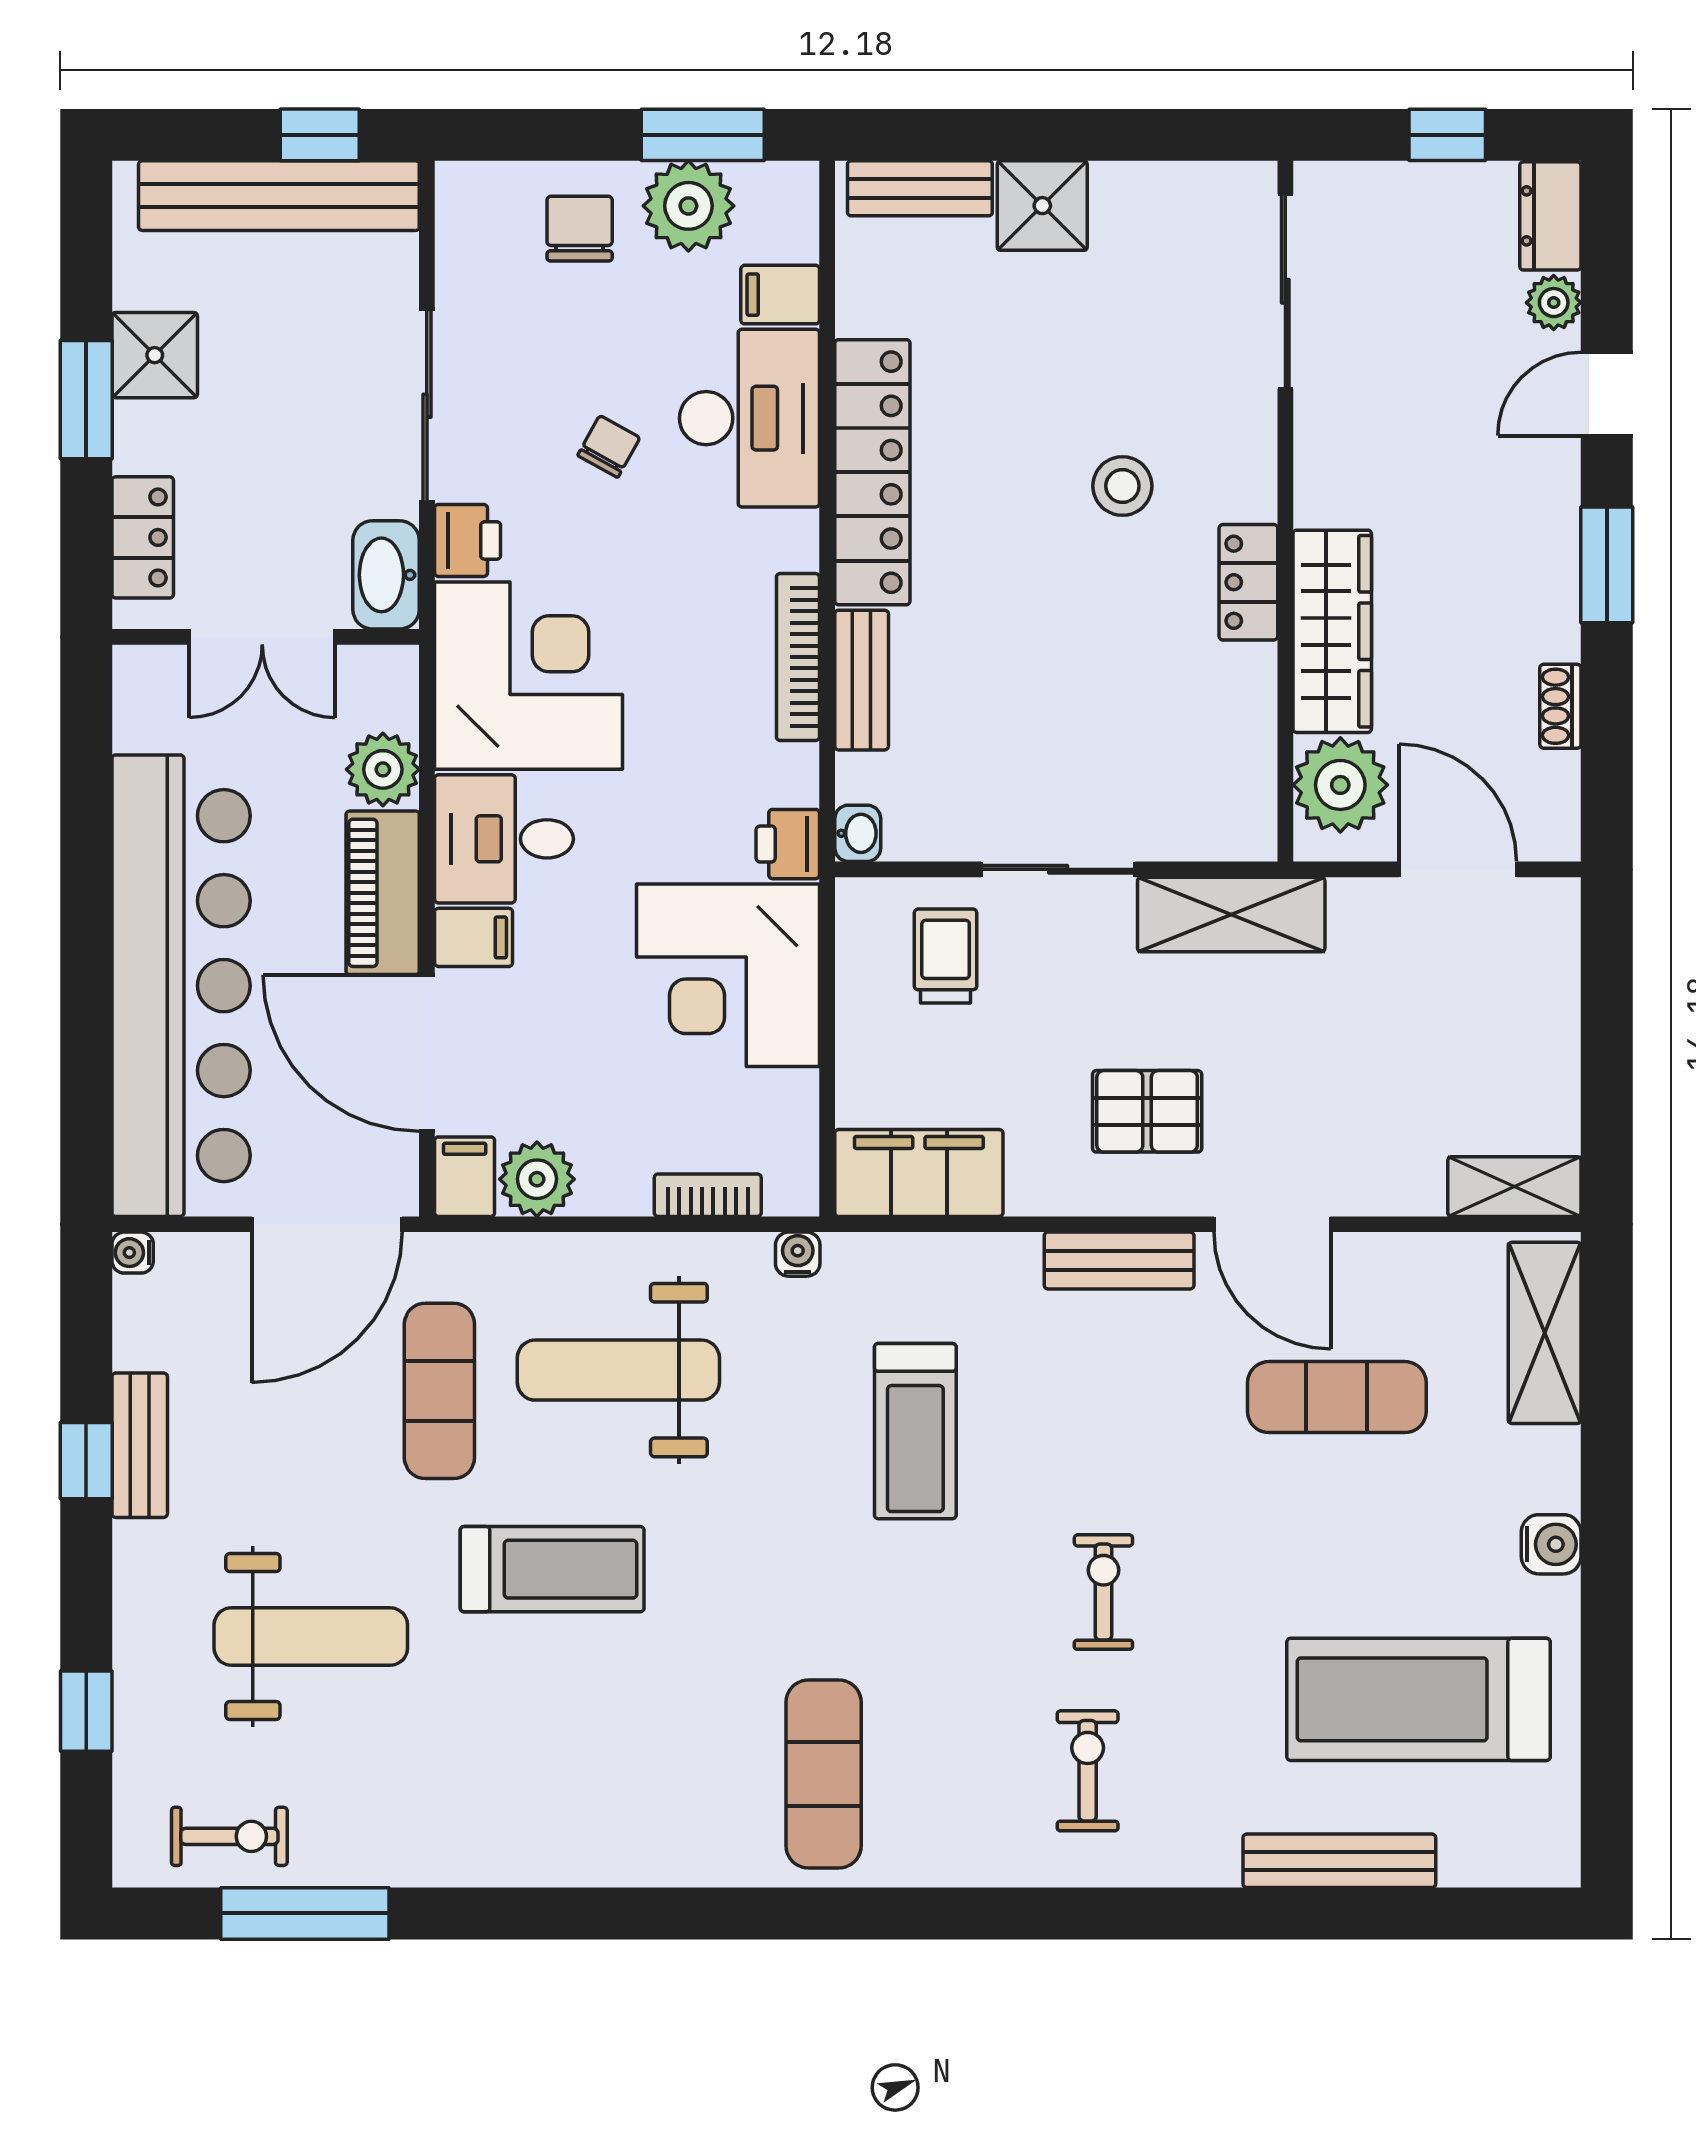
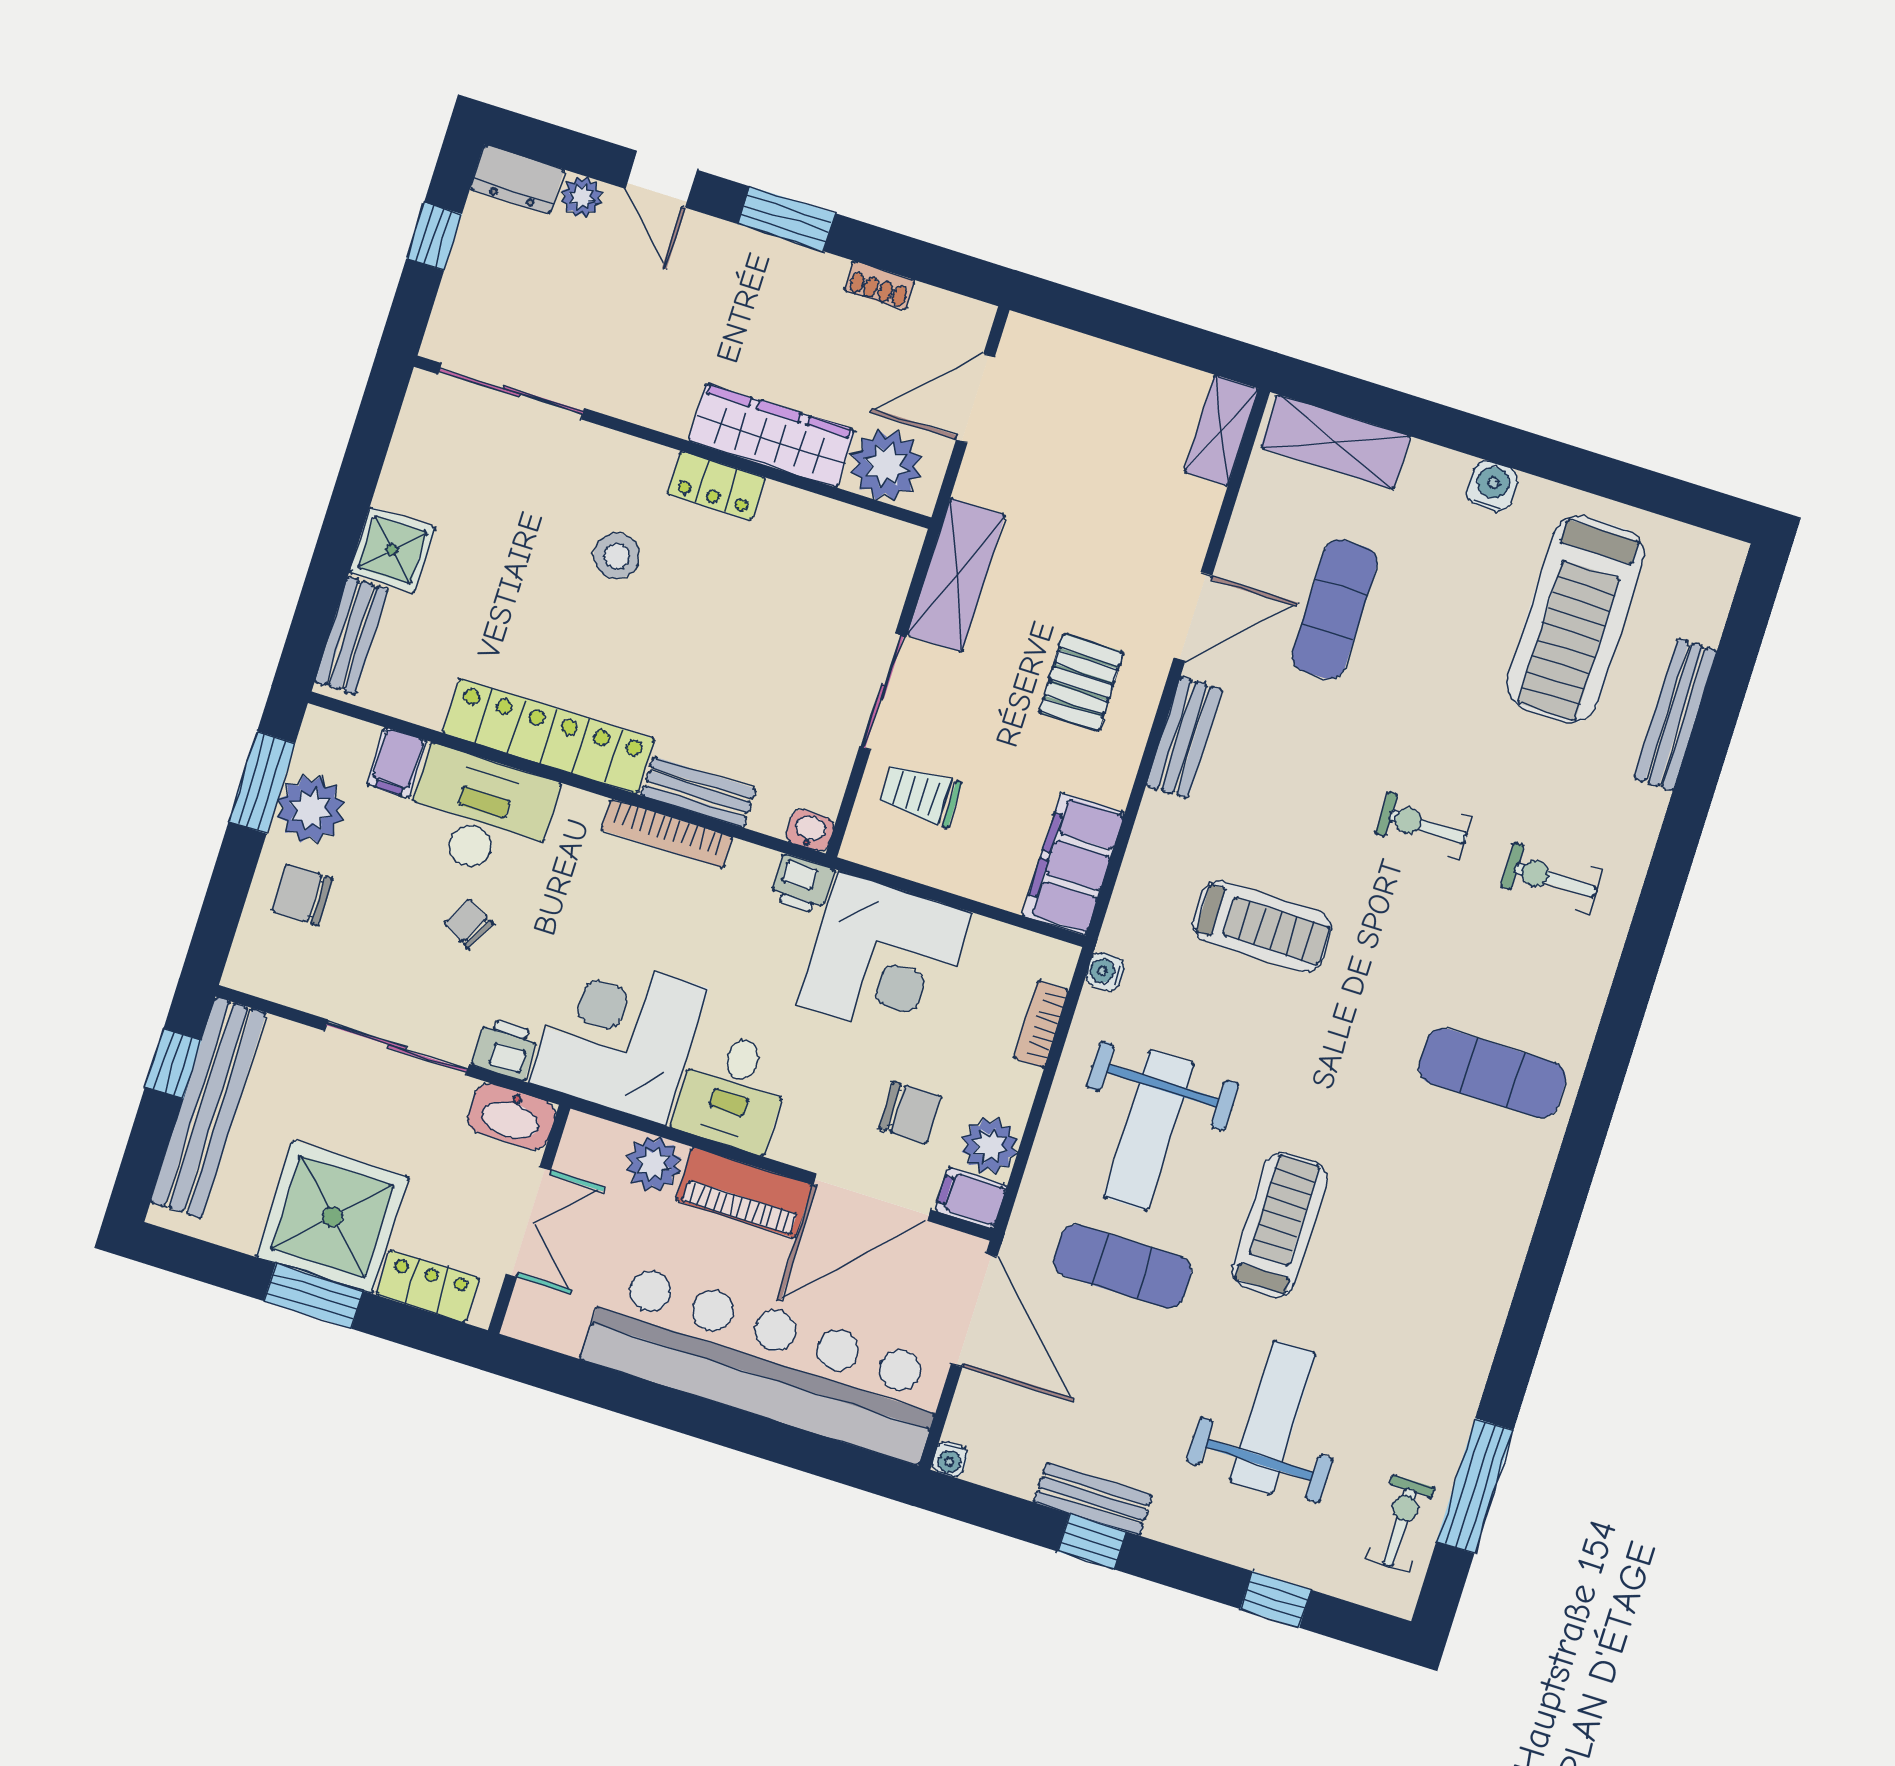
shower: (155, 355) -> (332, 1217), width x1.86, depth x1.86
filing cabinet: (474, 937) -> (798, 1136), removed
chair: (547, 1067) -> (910, 1113), added

